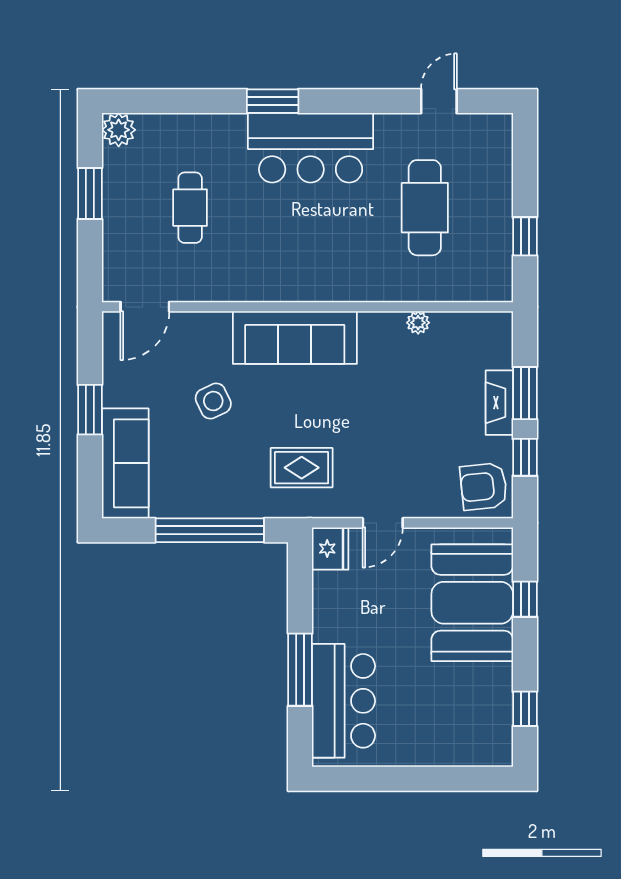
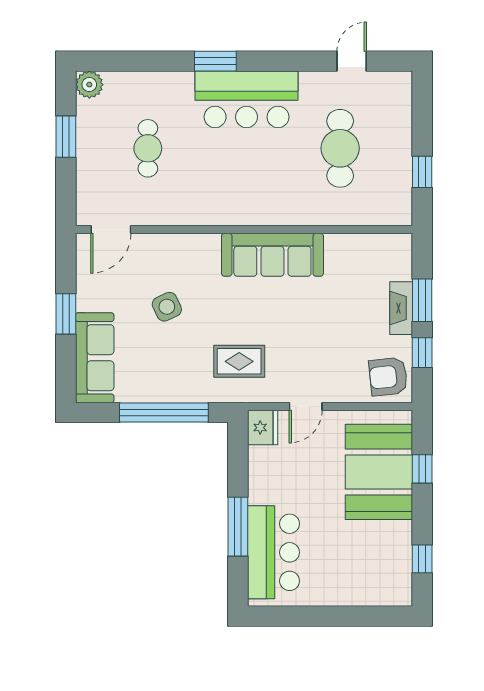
plant: (418, 323) -> (335, 242), removed
sofa: (295, 338) -> (272, 255), moved

